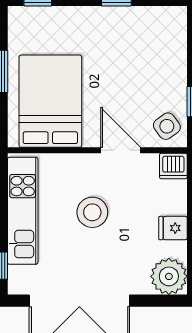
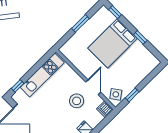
bed: (50, 101) -> (113, 43), moved, turned 180
stool: (92, 212) -> (77, 101), moved

